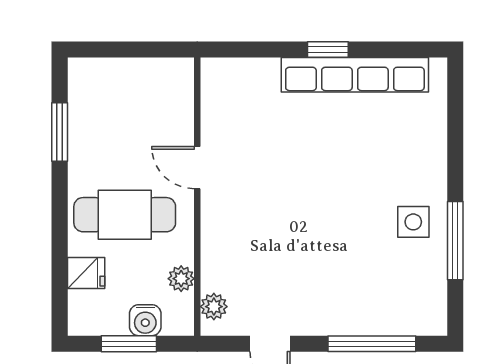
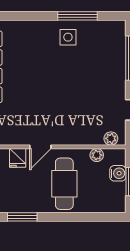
fridge: (86, 273) -> (18, 158), moved, turned 180

